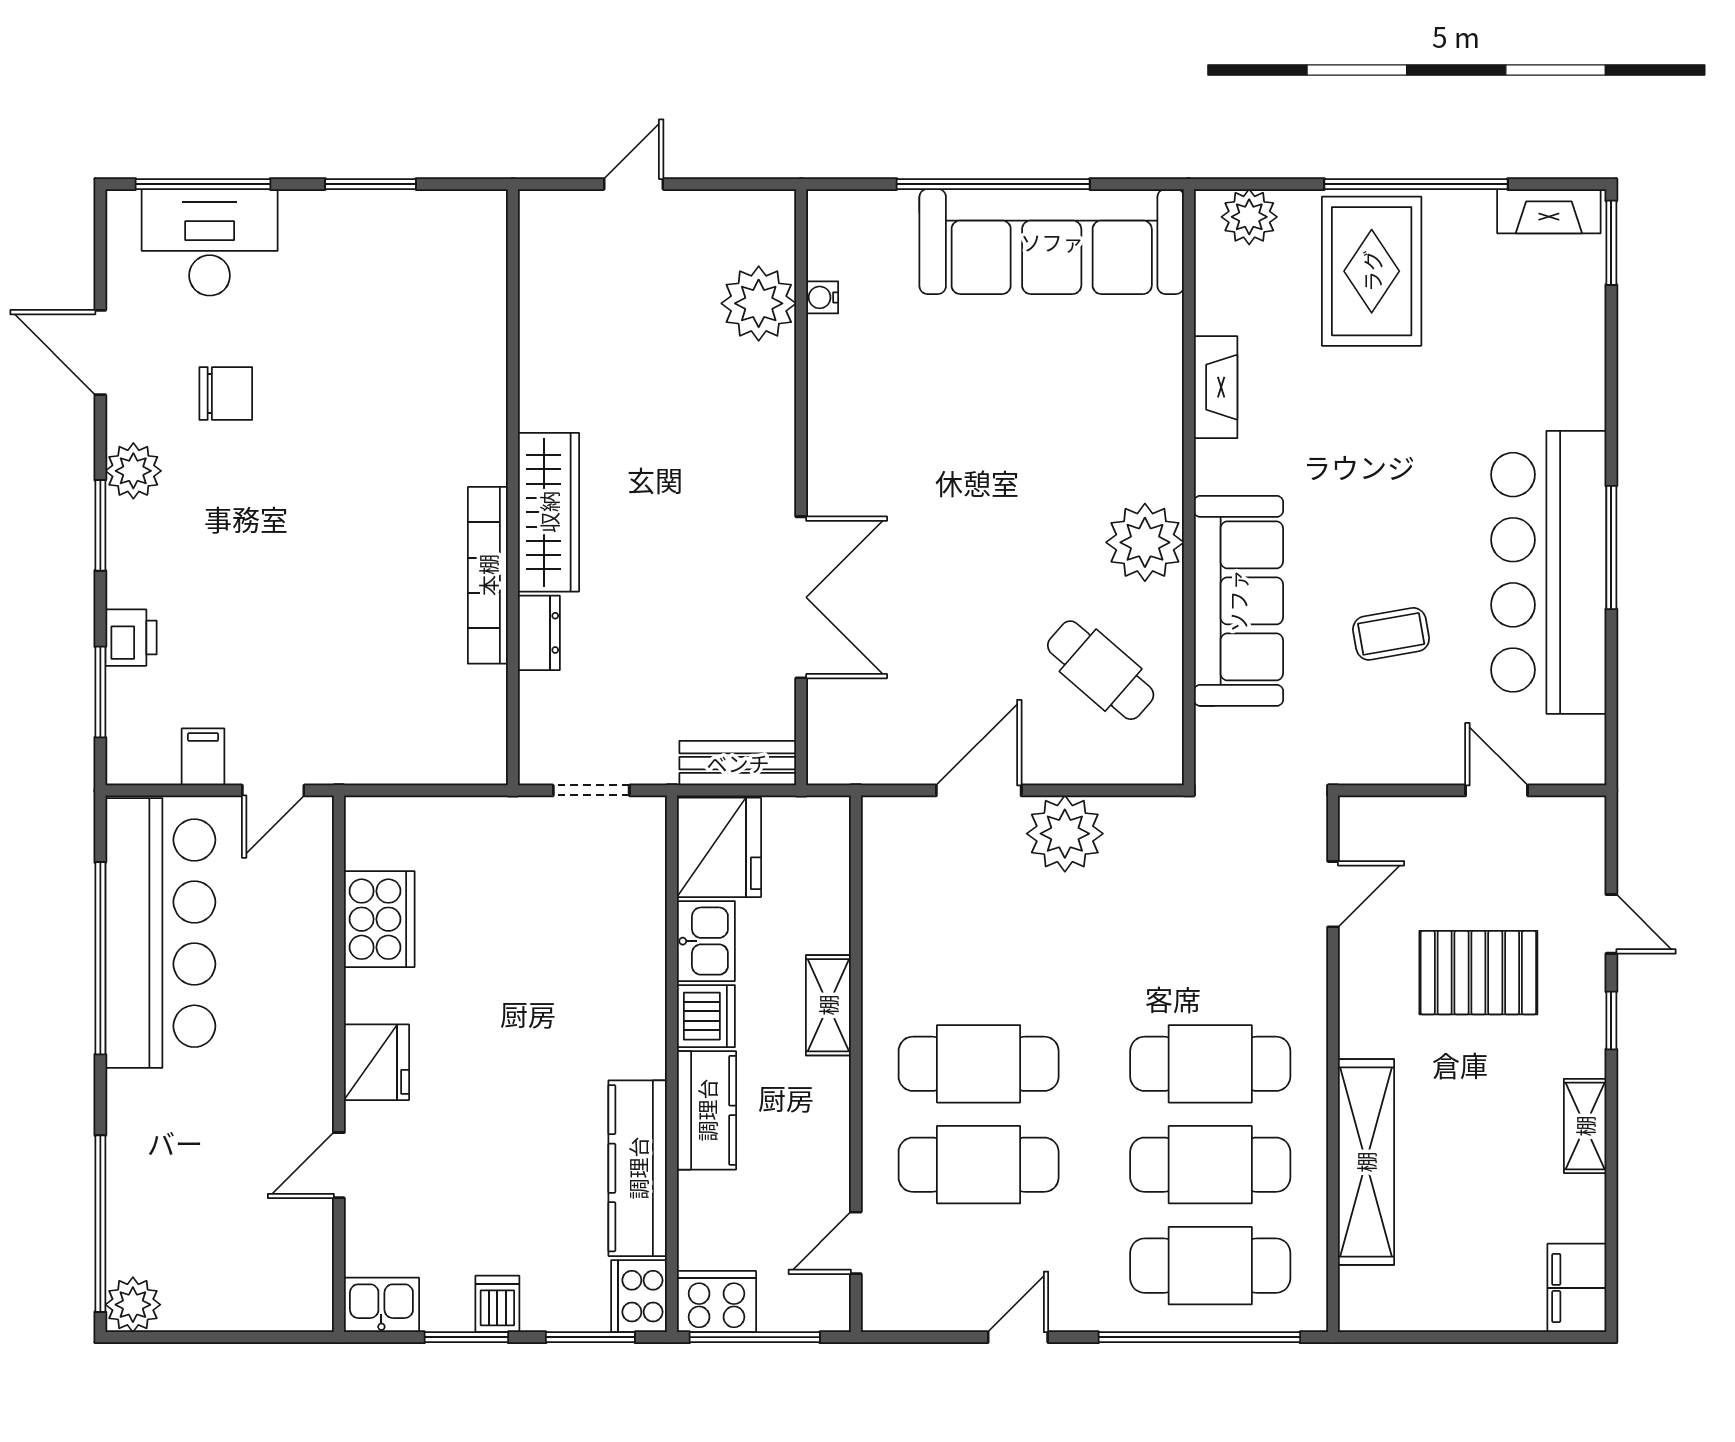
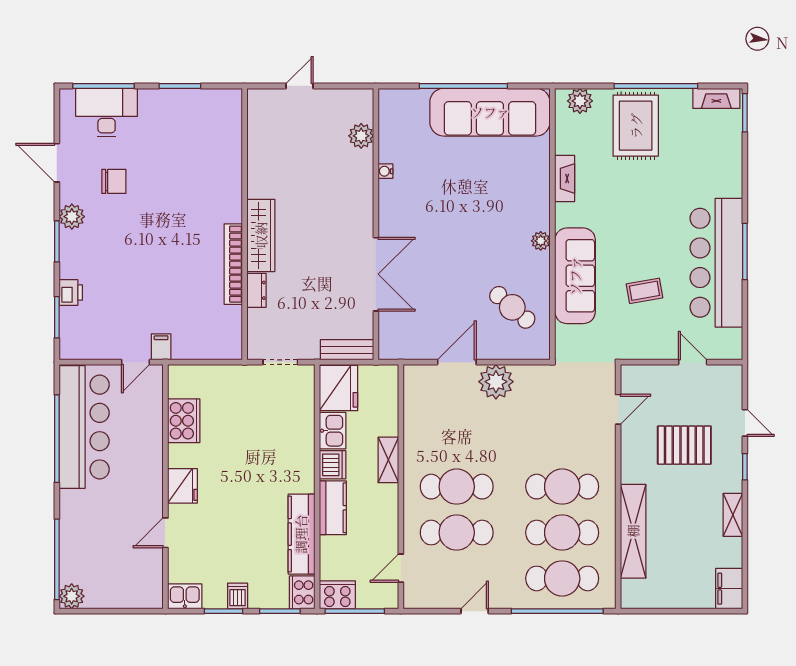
water cooler: (822, 297) -> (385, 171), moved
plant: (759, 303) -> (361, 136), width x0.73, depth x0.73
plant: (1145, 542) -> (541, 241), width x0.53, depth x0.53
filing cabinet: (203, 757) -> (161, 347), moved

